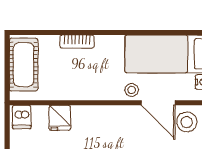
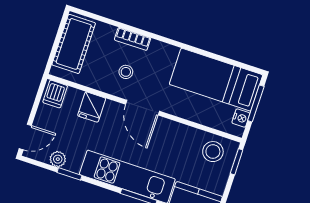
stool: (132, 90) -> (126, 72), moved
door: (158, 103) -> (142, 108), moved

